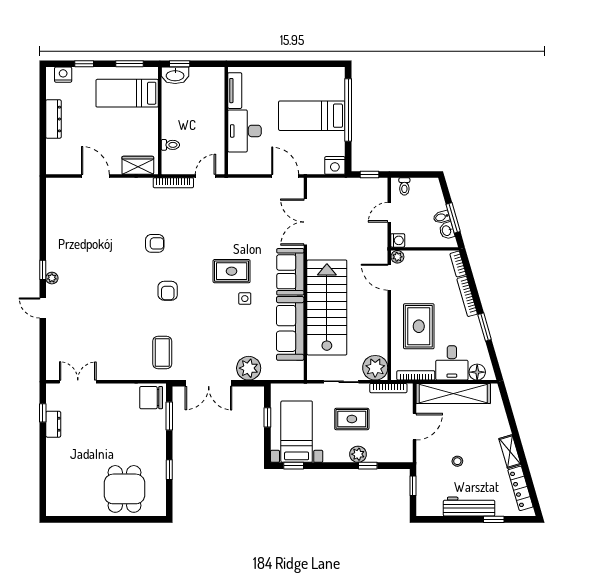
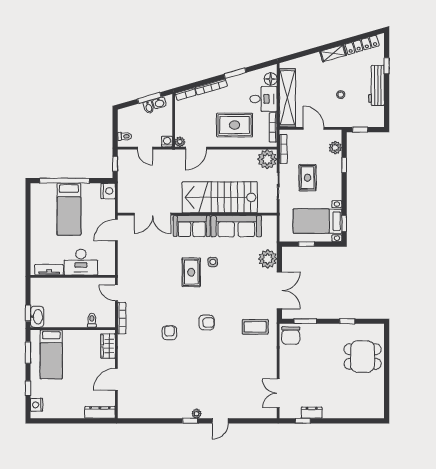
dresser: (53, 119) -> (100, 412), moved
plant: (358, 454) -> (335, 148), moved

